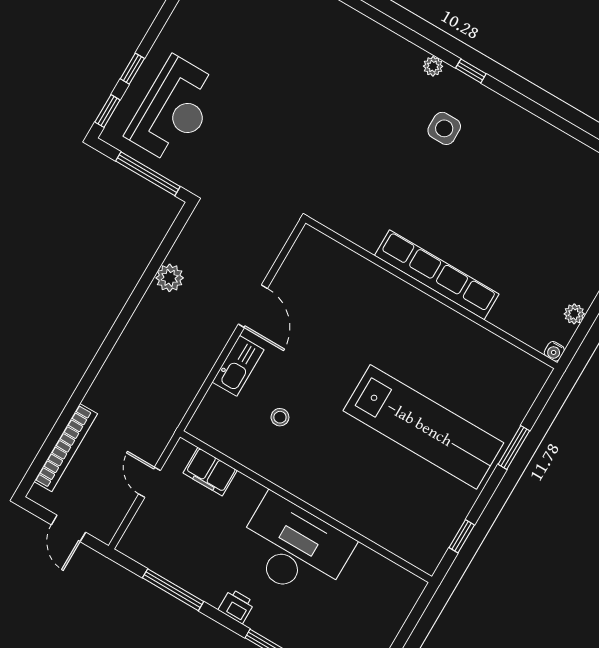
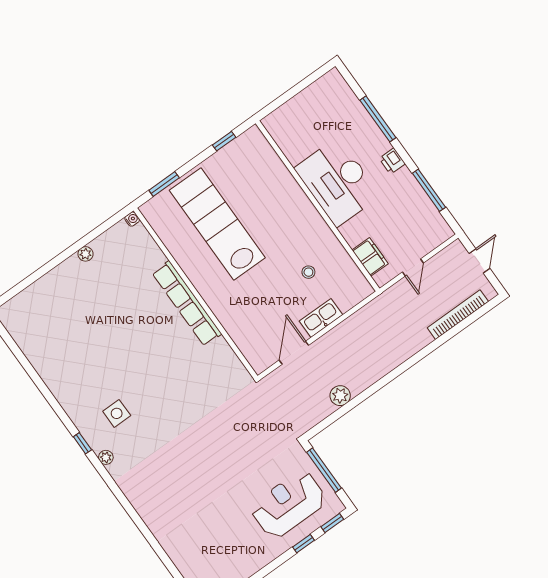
row of seats: (437, 275) -> (187, 303), moved
wall: (431, 293) -> (196, 293), moved
water cooler: (554, 351) -> (132, 219), moved

